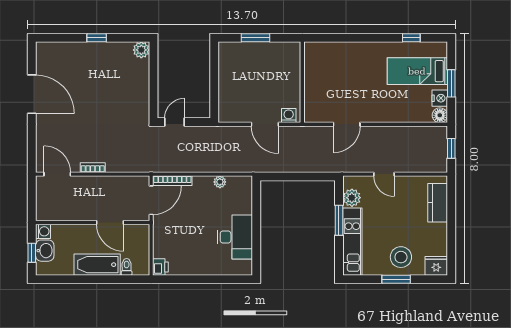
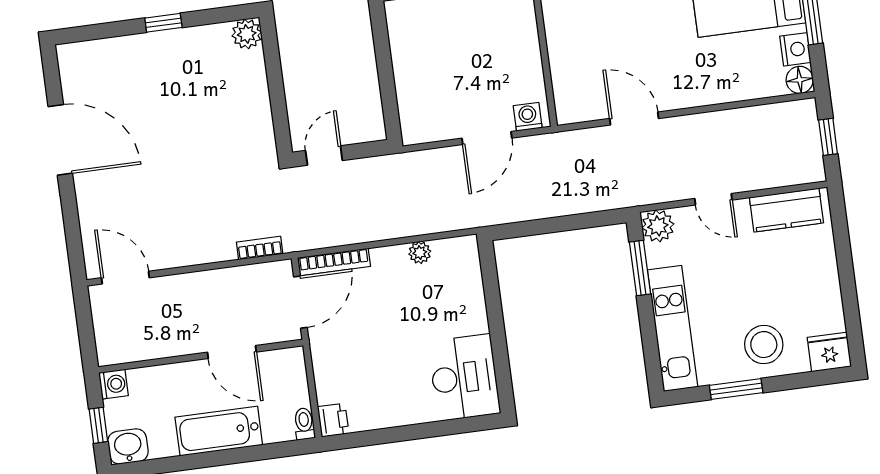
door: (265, 124) -> (487, 138), hinge flipped
door: (347, 124) -> (634, 118), swing flipped
bookcase: (93, 168) -> (260, 248), moved
plant: (352, 198) -> (658, 226), moved
kitchen counter: (438, 203) -> (786, 210), moved, turned -90
window: (339, 220) -> (640, 268), moved
desk: (235, 237) -> (464, 377), moved
washbasin: (45, 251) -> (128, 446), moved, turned -90
toilet: (127, 267) -> (304, 424), moved
window: (396, 279) -> (736, 389), moved

